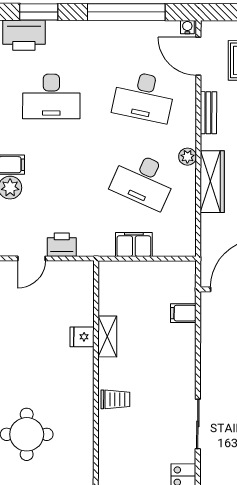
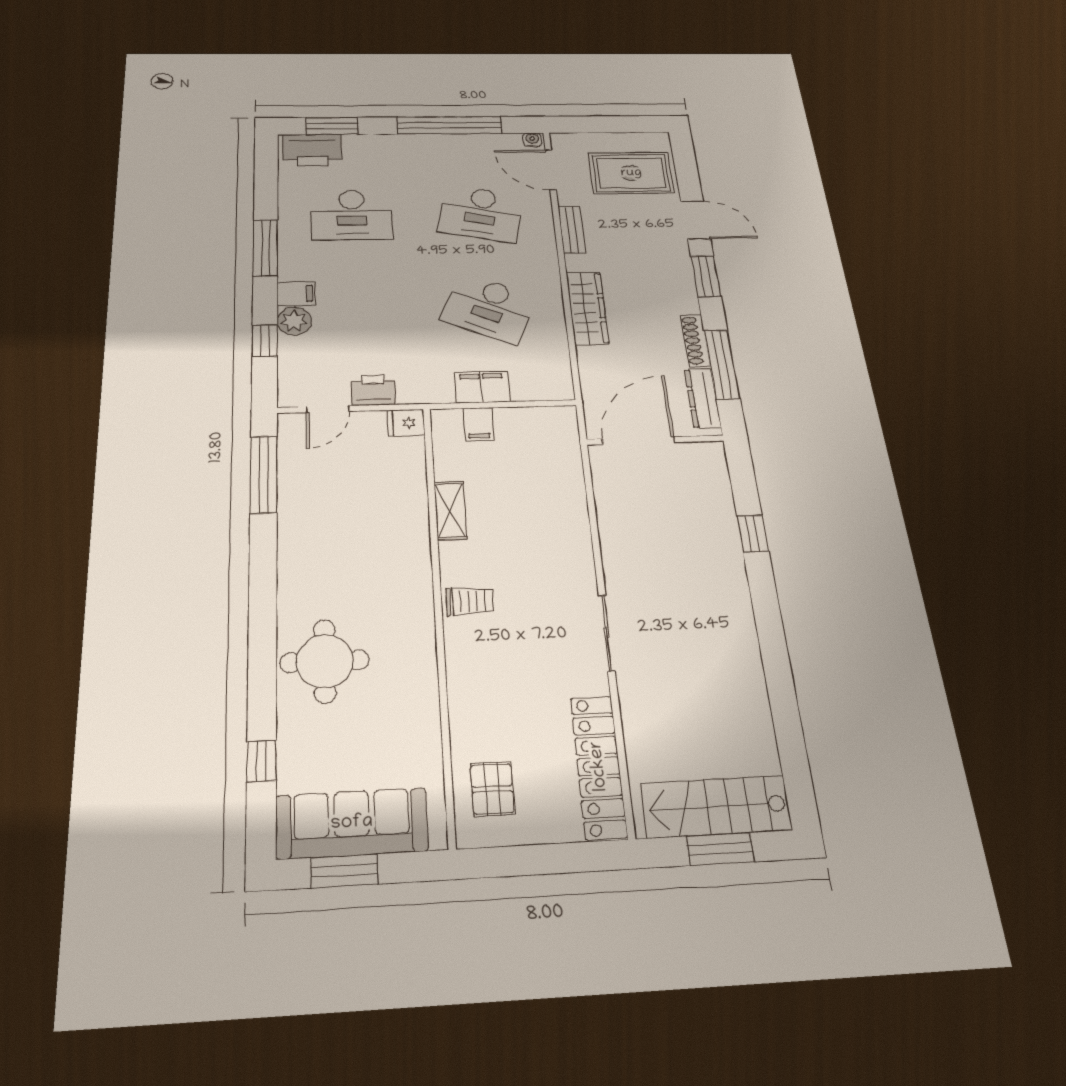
plant: (188, 157) -> (549, 280), removed
filing cabinet: (183, 313) -> (479, 424), moved, turned -90
fridge: (82, 337) -> (406, 423), moved

